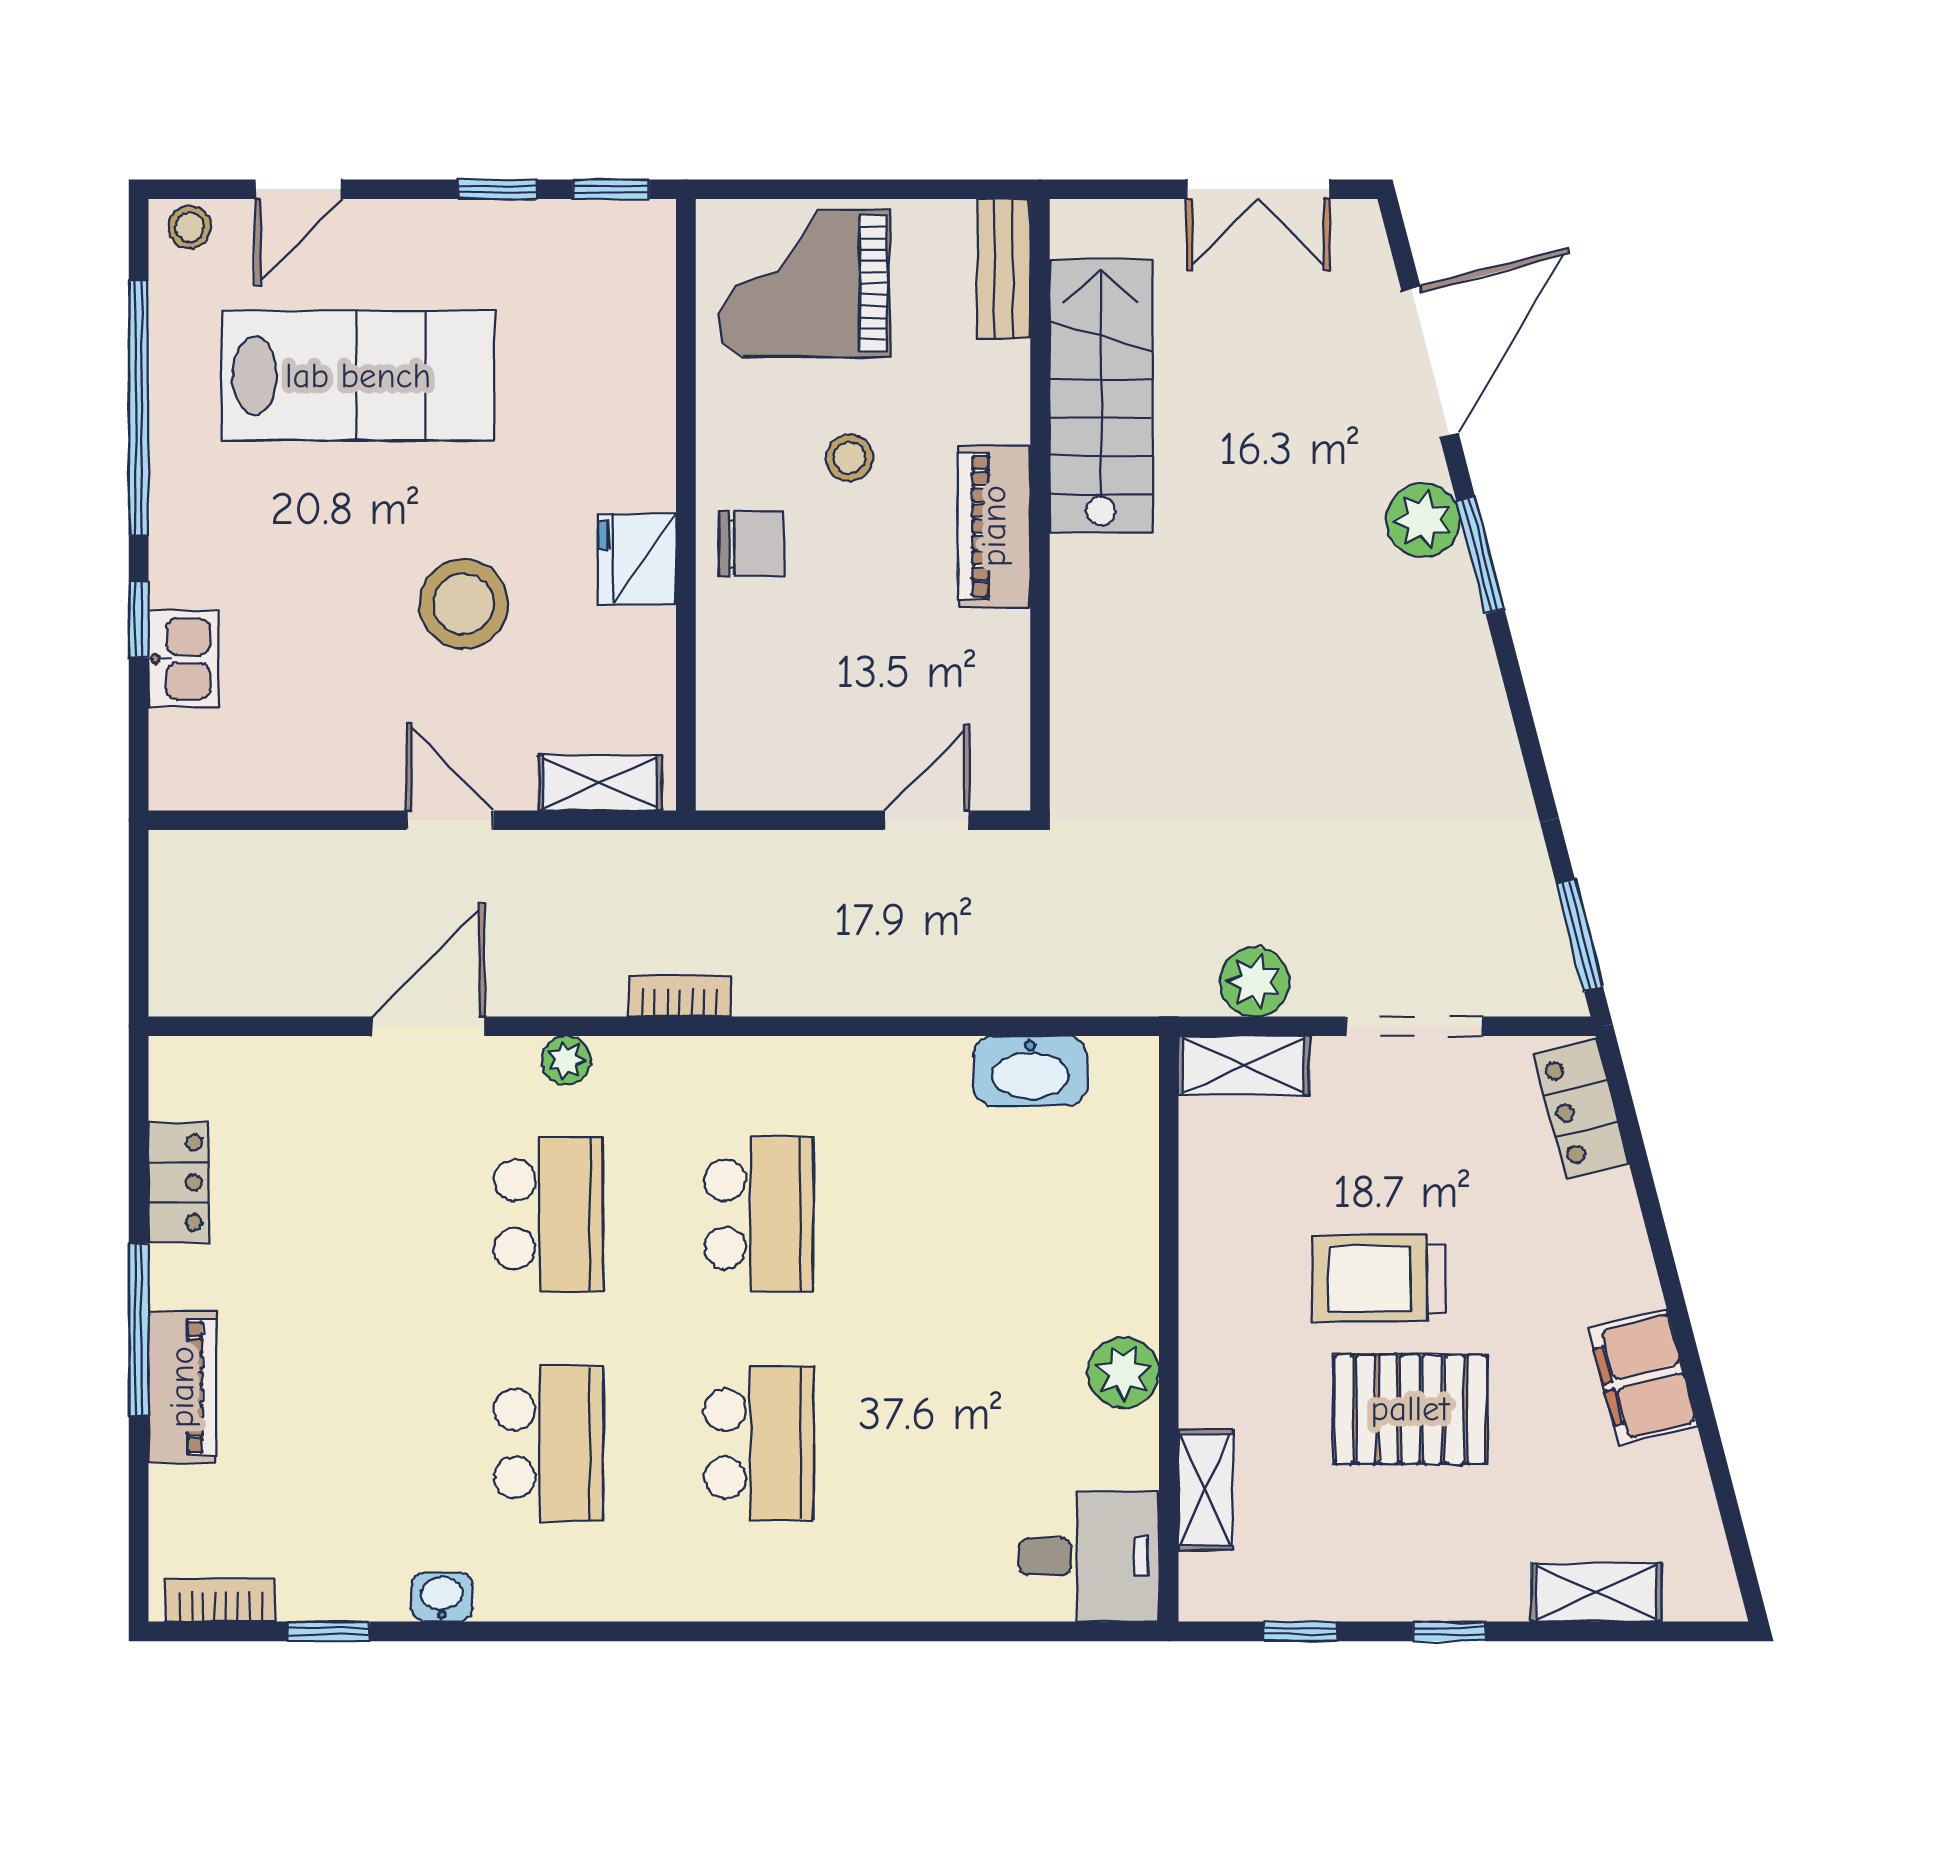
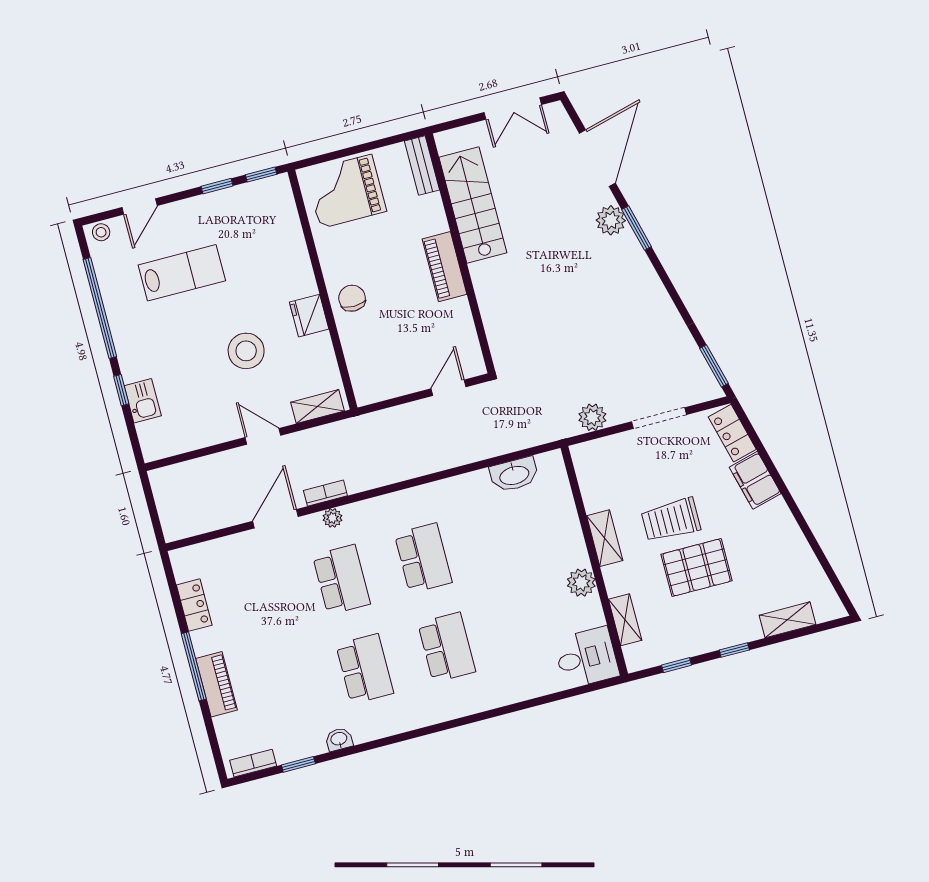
lab bench: (358, 376) -> (182, 273), width x0.73, depth x0.72
stool: (850, 458) -> (381, 255), removed
chair: (752, 544) -> (352, 298), turned -90
bookcase: (680, 996) -> (325, 493), moved
shelving: (1244, 1065) -> (605, 538), moved, turned 90
filing cabinet: (1643, 1377) -> (755, 480), moved

